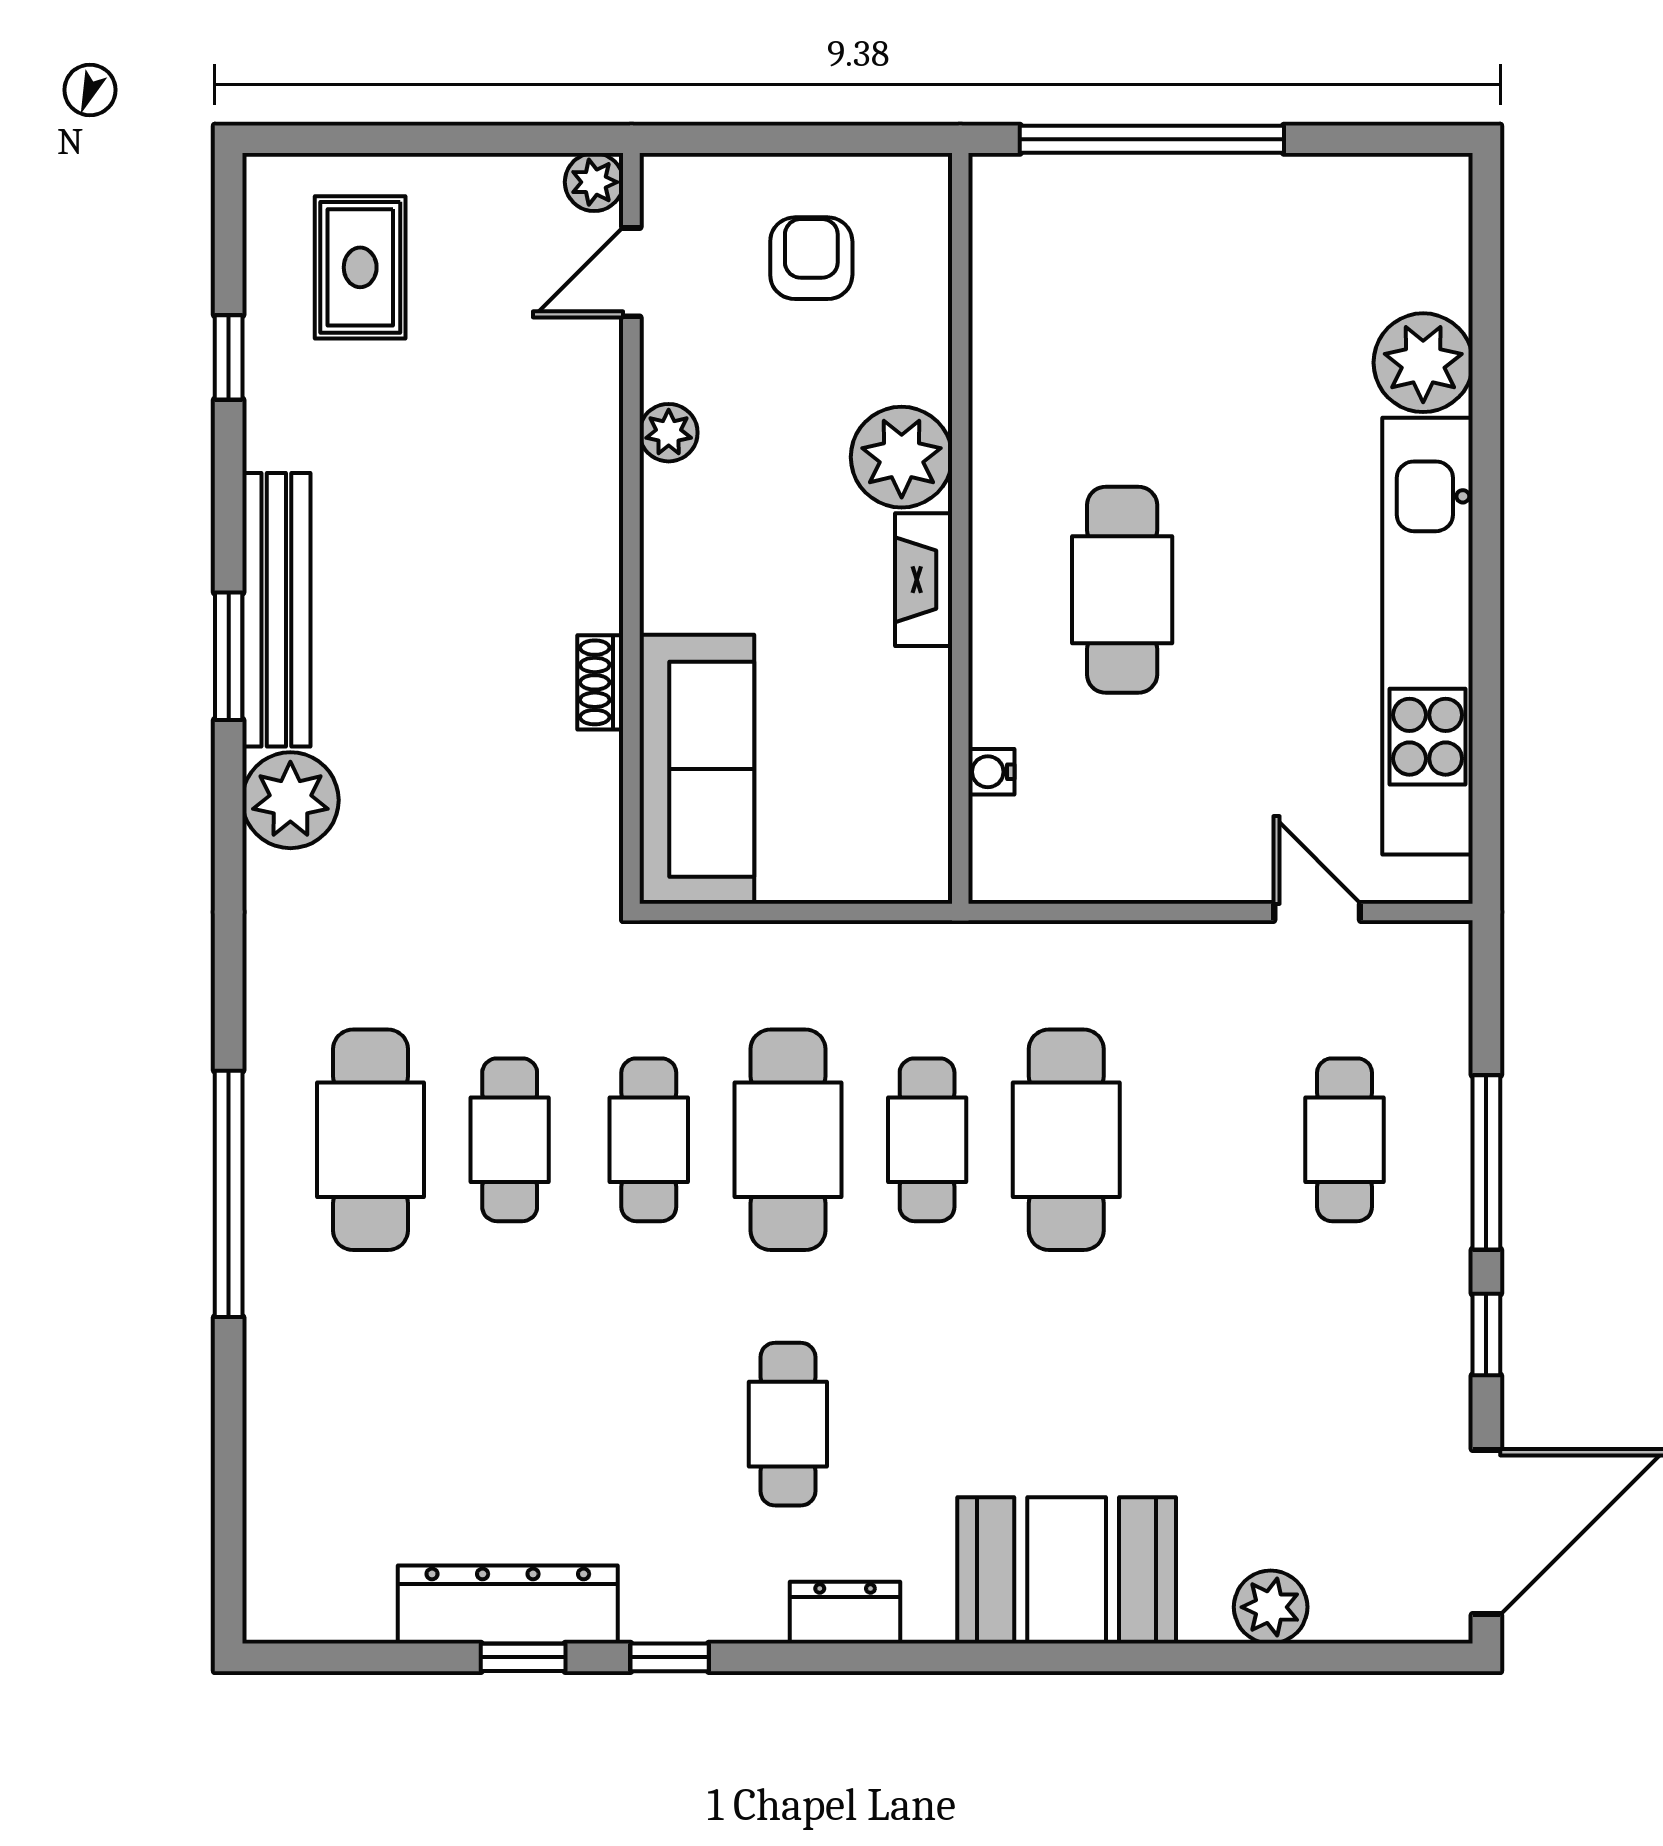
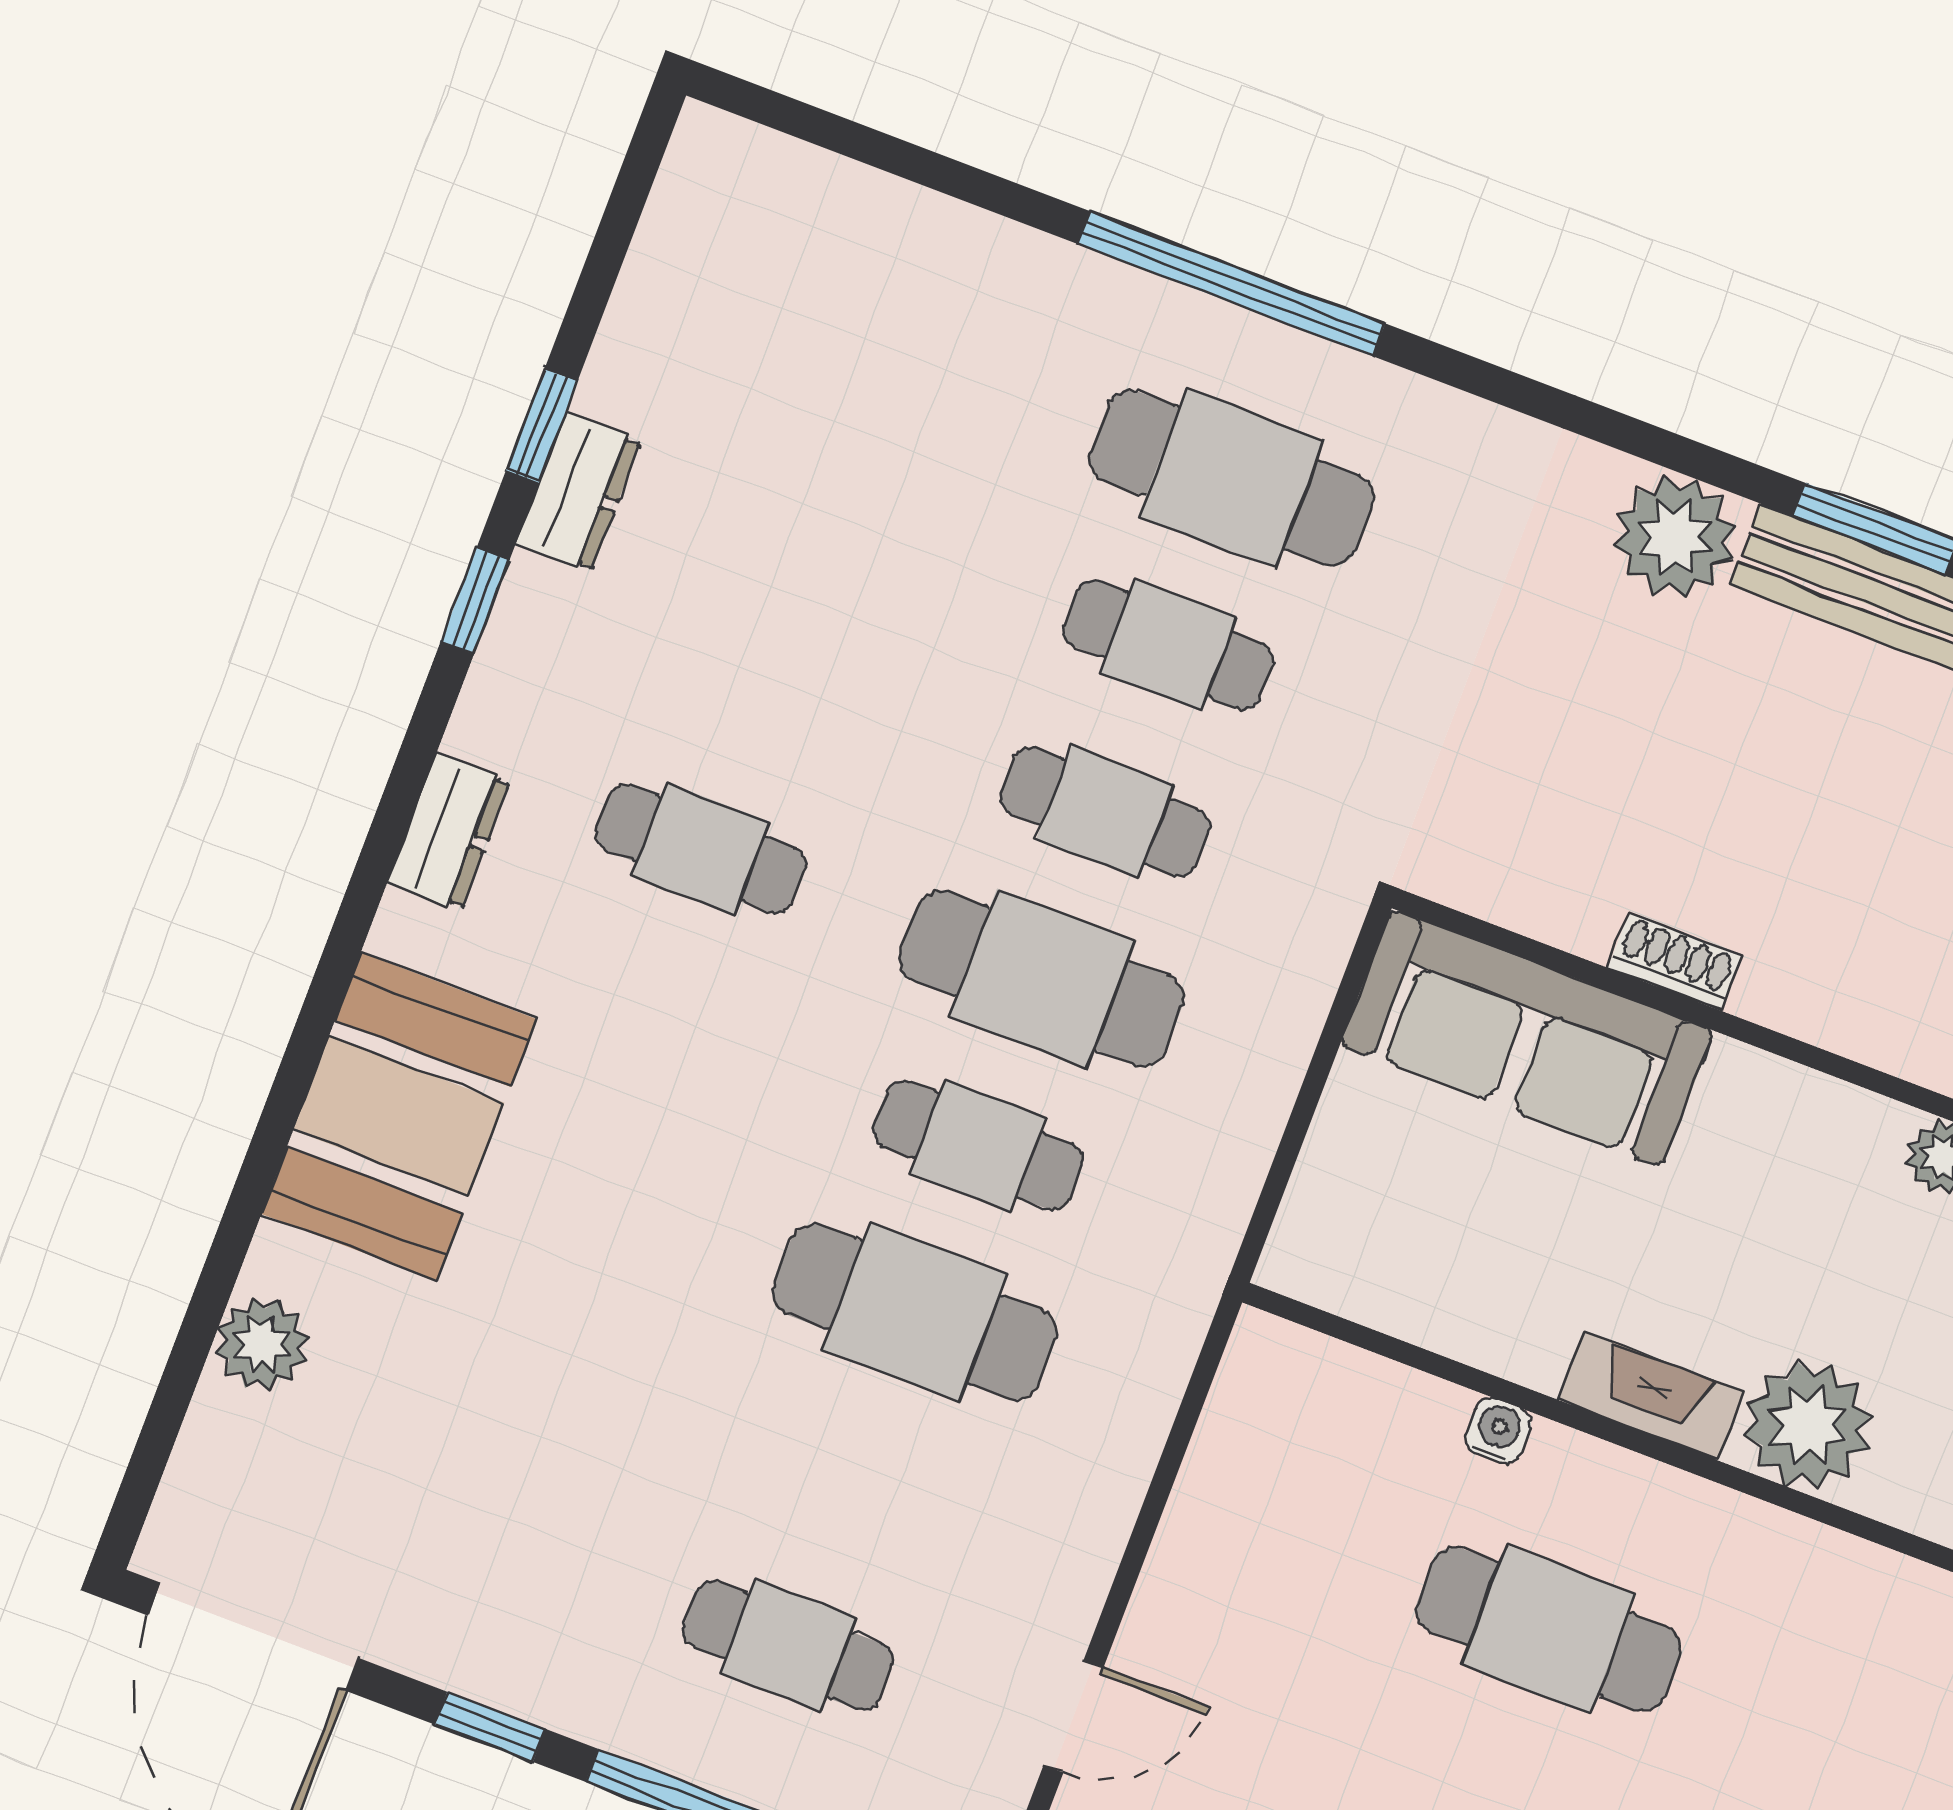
water cooler: (991, 772) -> (1498, 1431), moved
dresser: (508, 1605) -> (578, 492), width x0.51, depth x0.80

